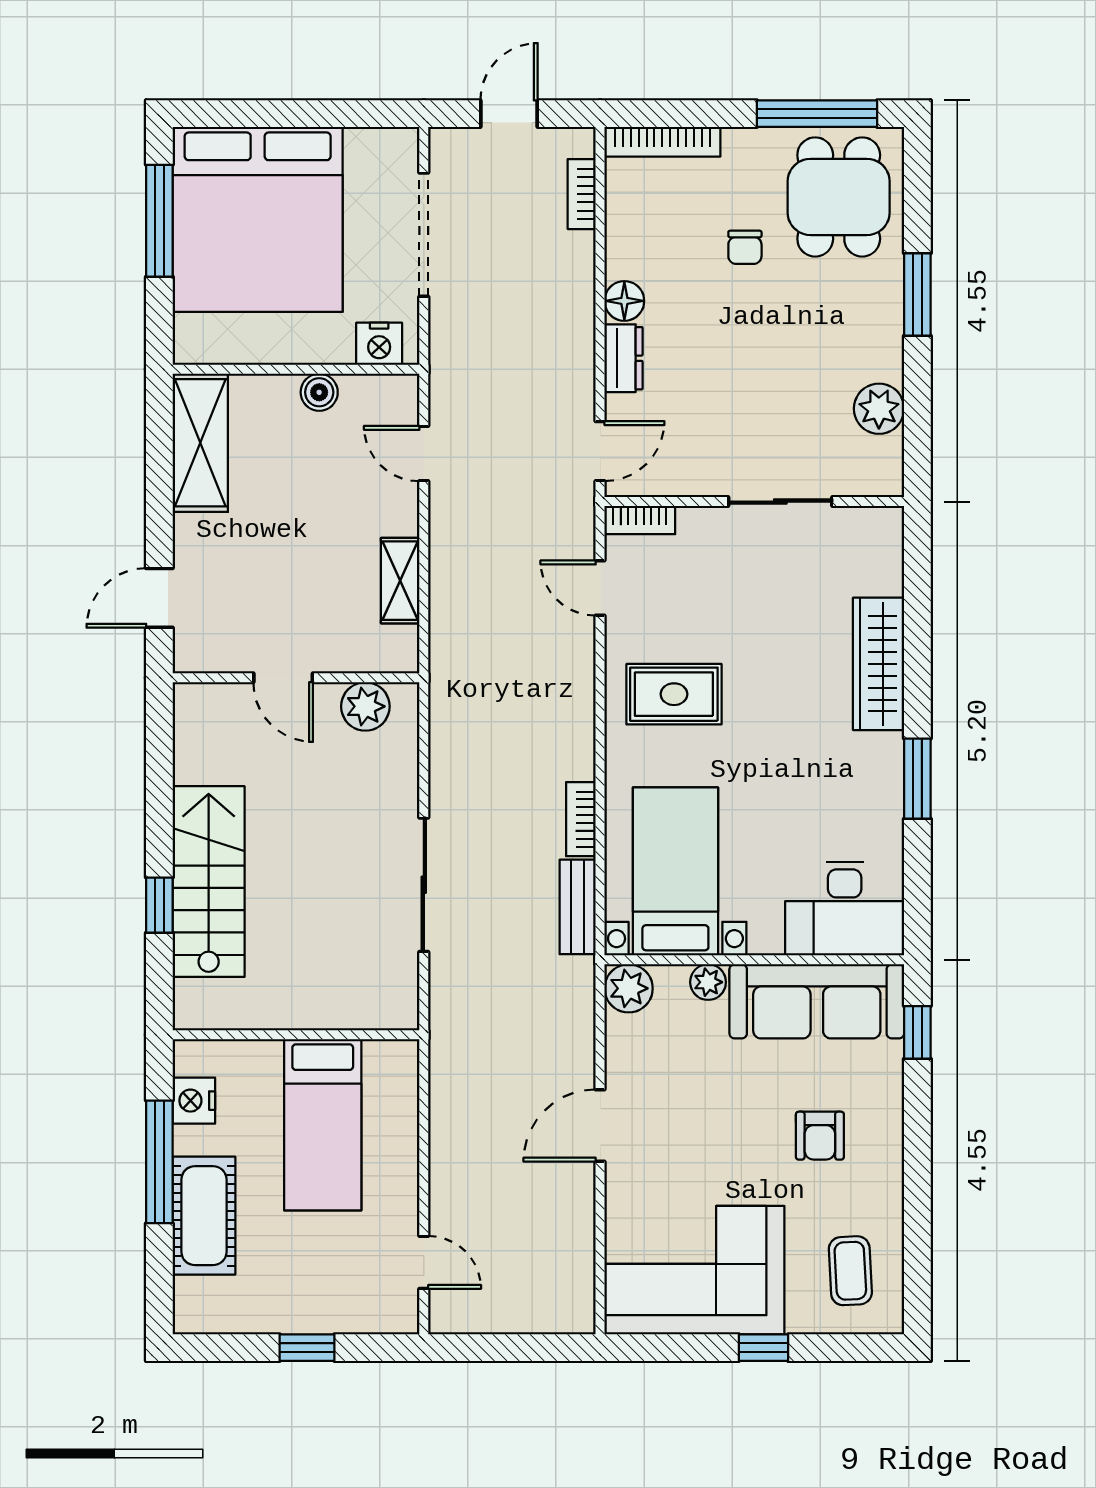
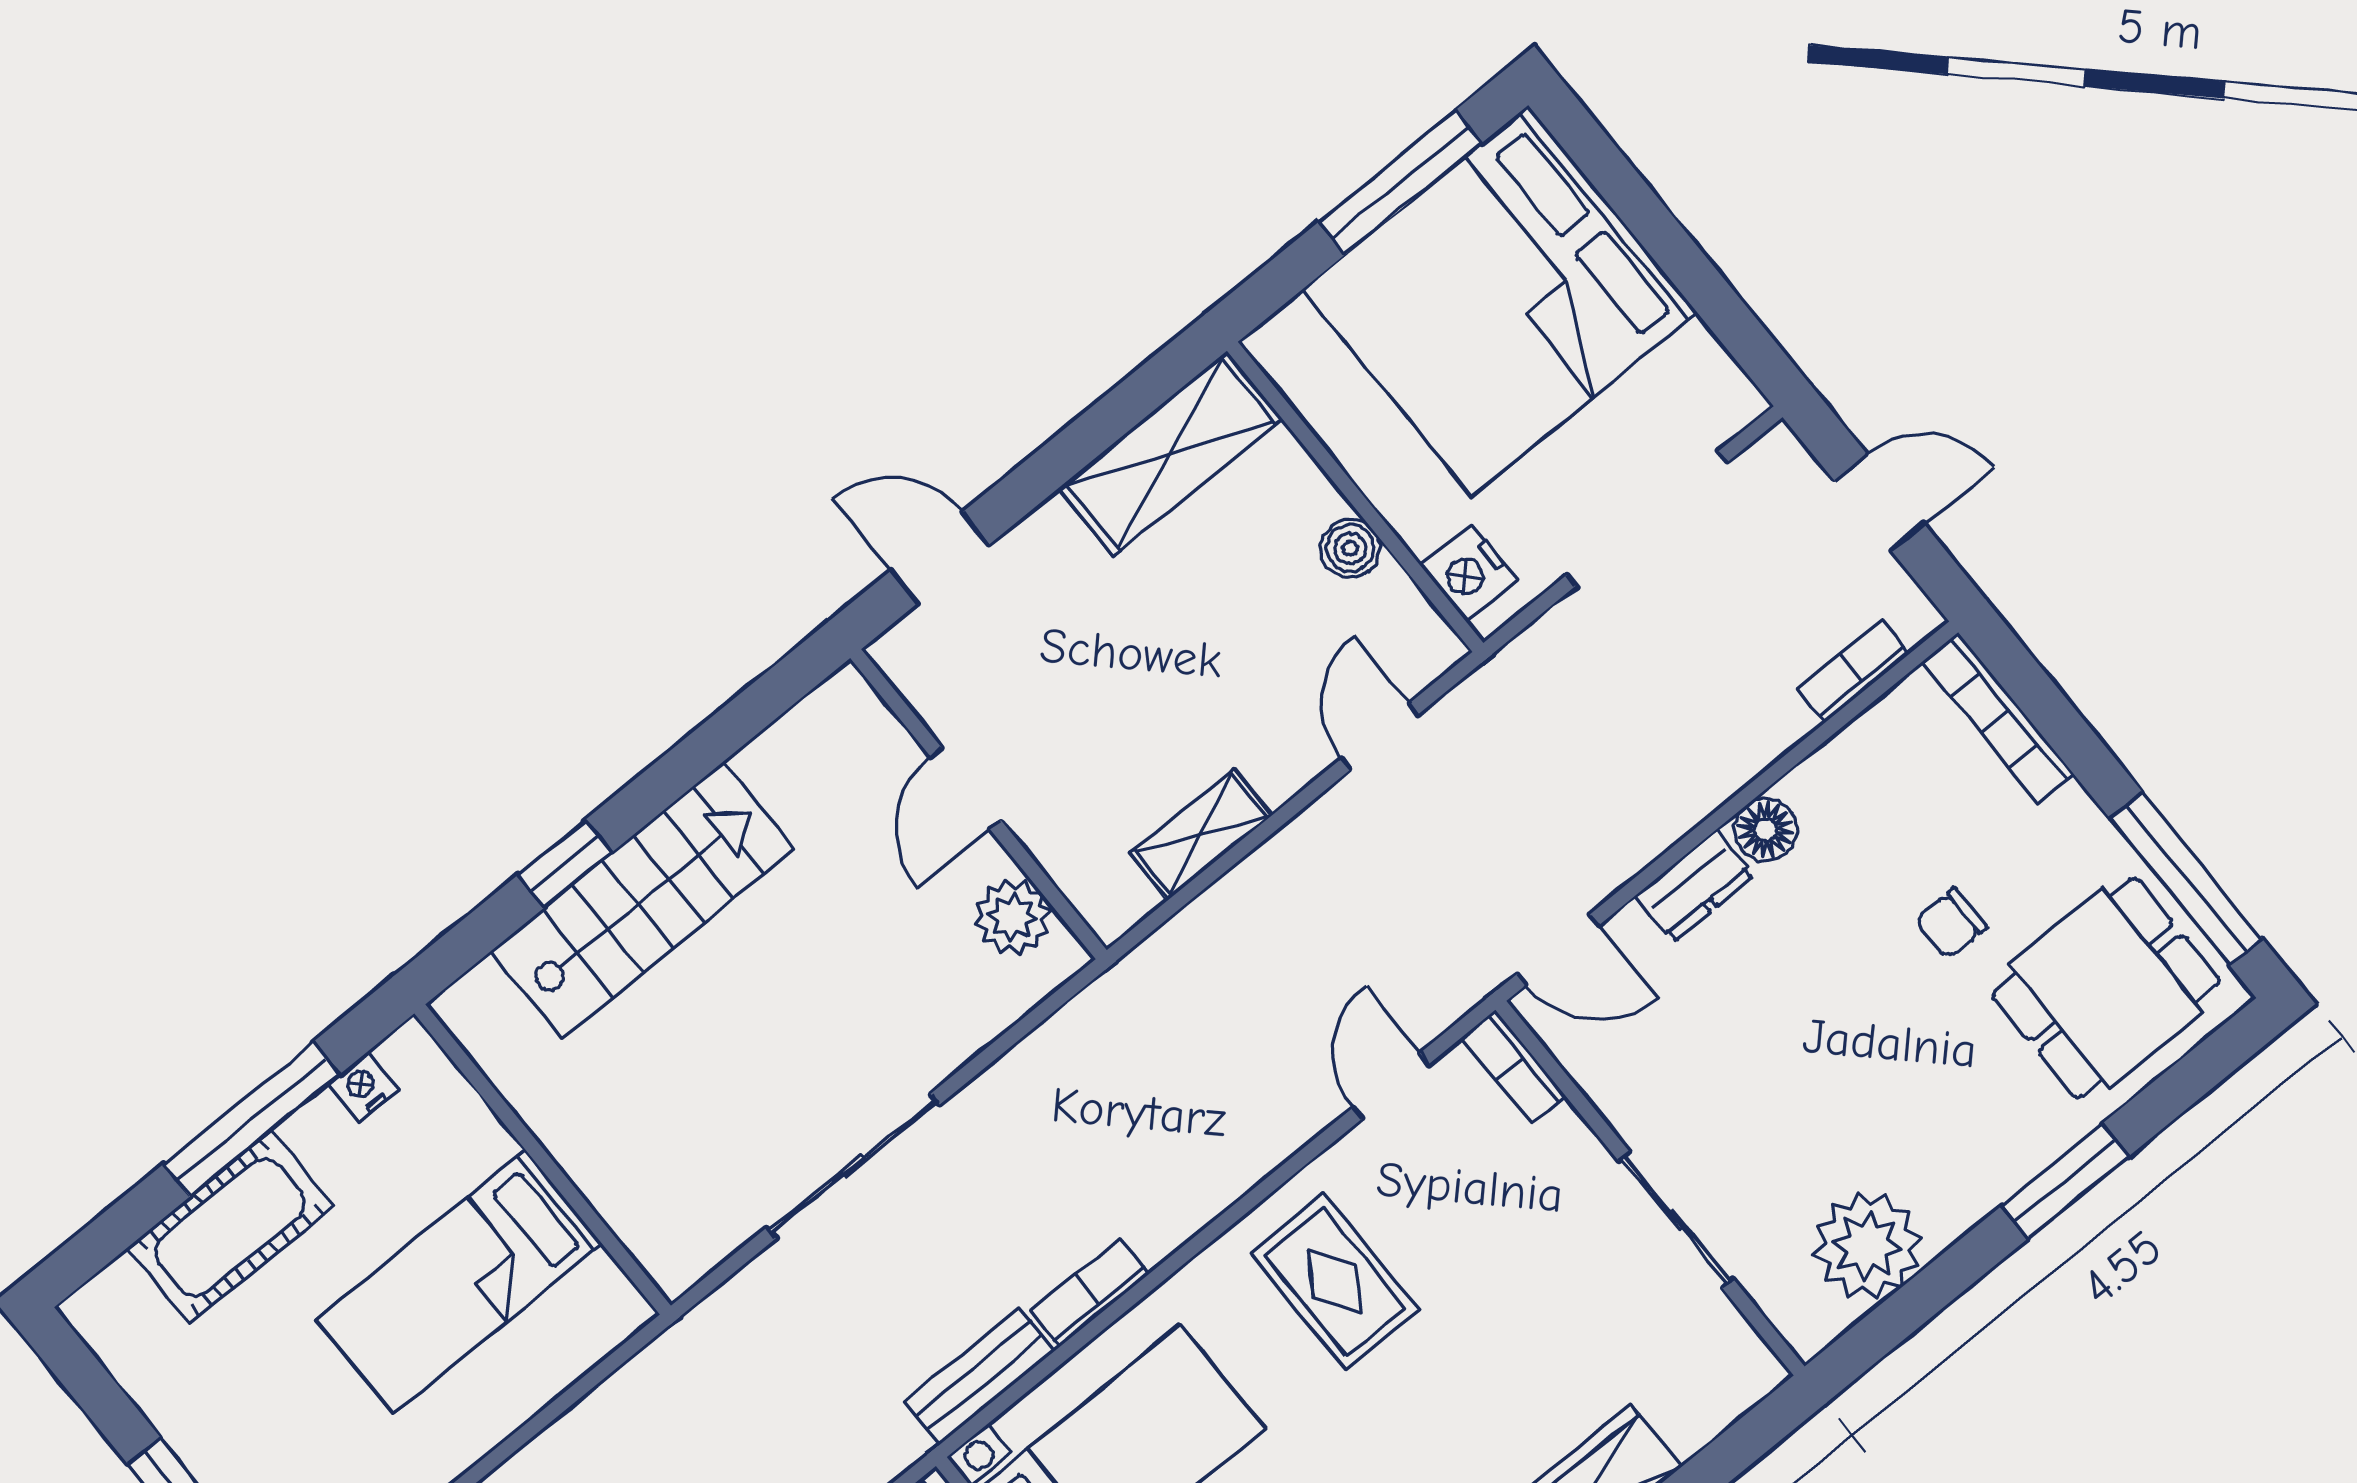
plant: (879, 409) -> (1867, 1246), width x1.36, depth x1.36
nightstand: (194, 1101) -> (363, 1087), width x0.72, depth x0.74

